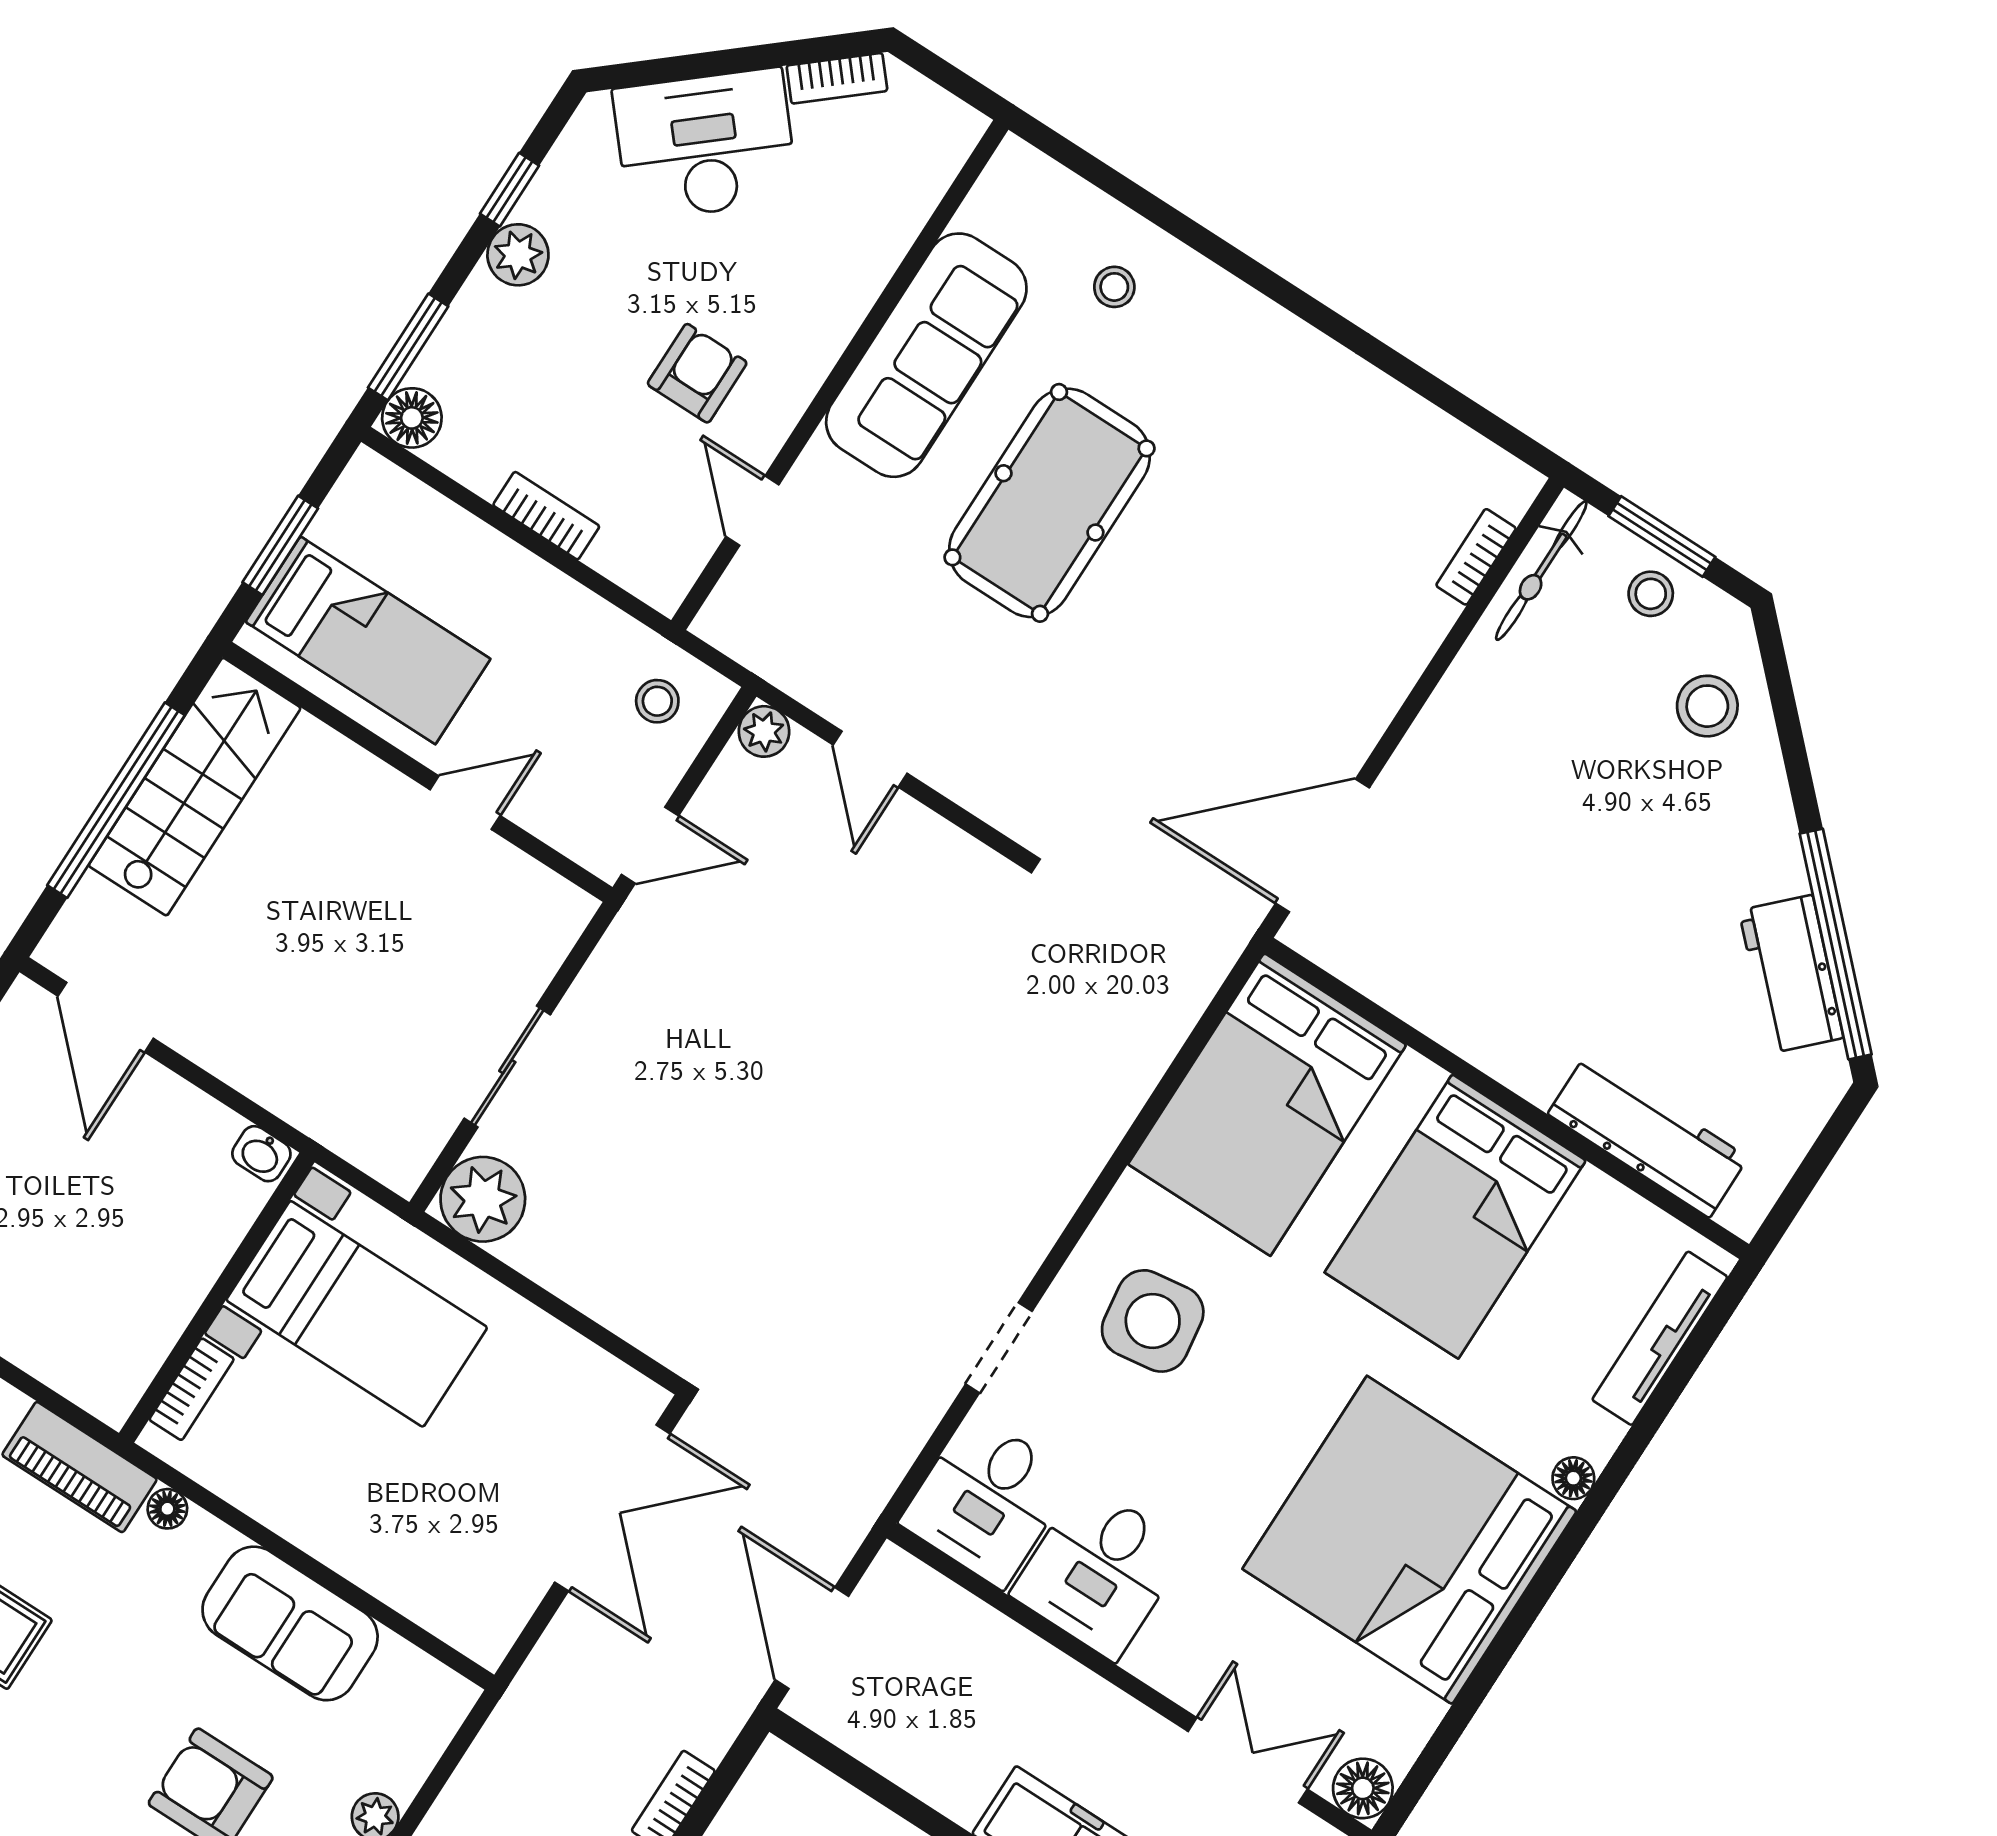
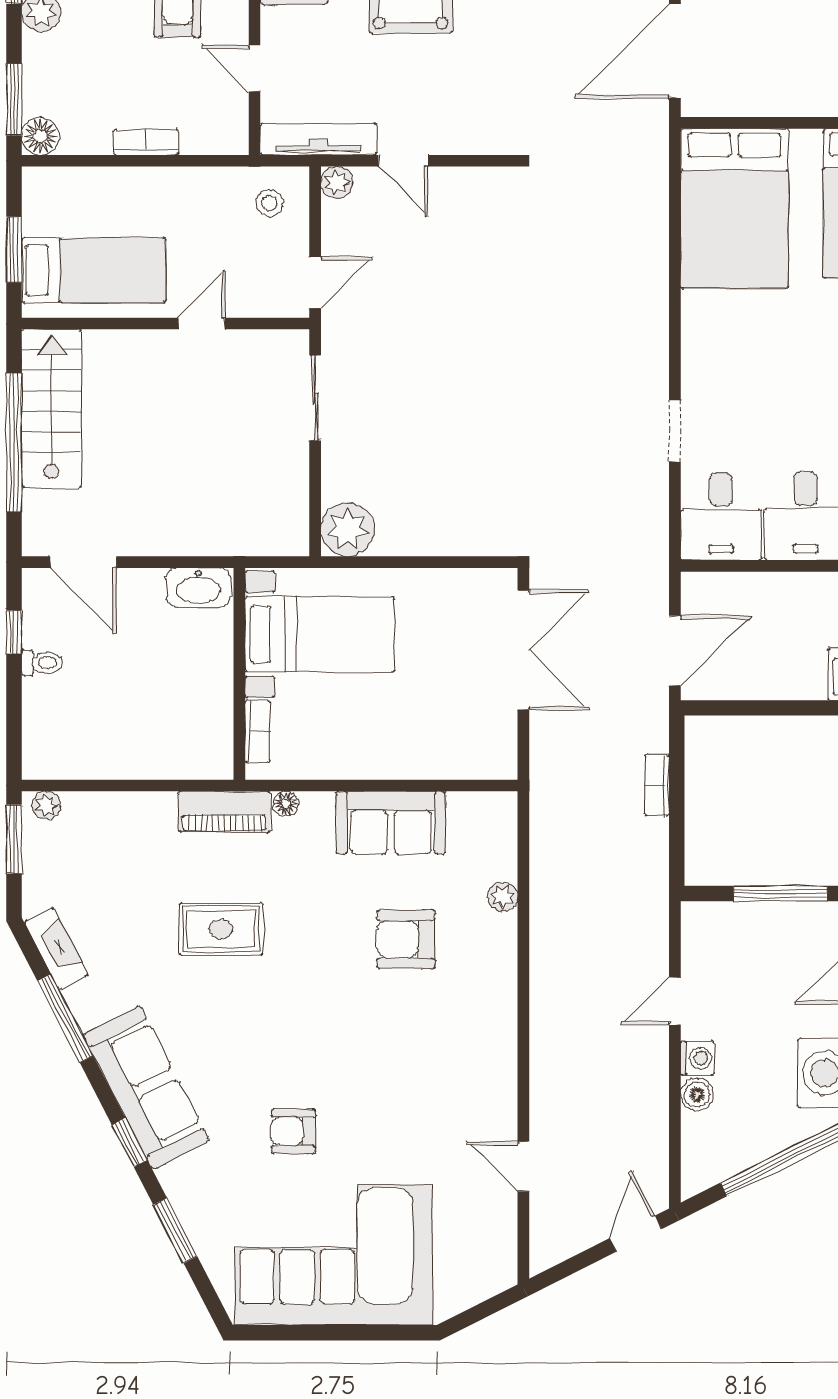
tv unit: (776, 659) -> (318, 139), added
sliding door: (507, 1067) -> (315, 398), moved
washbasin: (261, 1154) -> (198, 588), width x1.91, depth x1.45
side table: (1153, 1321) -> (748, 364), removed
door: (812, 1638) -> (675, 651), swing flipped

